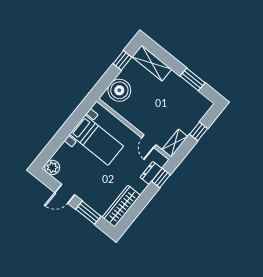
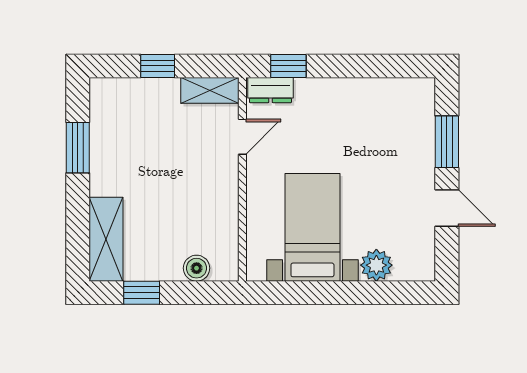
boiler: (119, 90) -> (197, 268), width x0.54, depth x0.54
plant: (52, 167) -> (376, 265), moved
dresser: (151, 173) -> (270, 90), moved
wardrobe: (121, 206) -> (390, 95), removed

